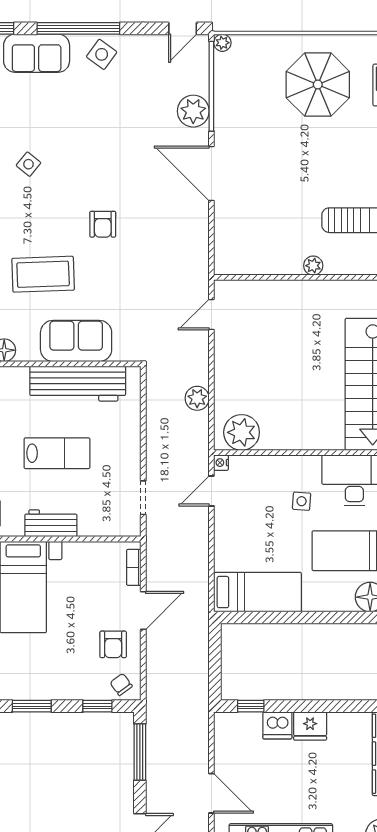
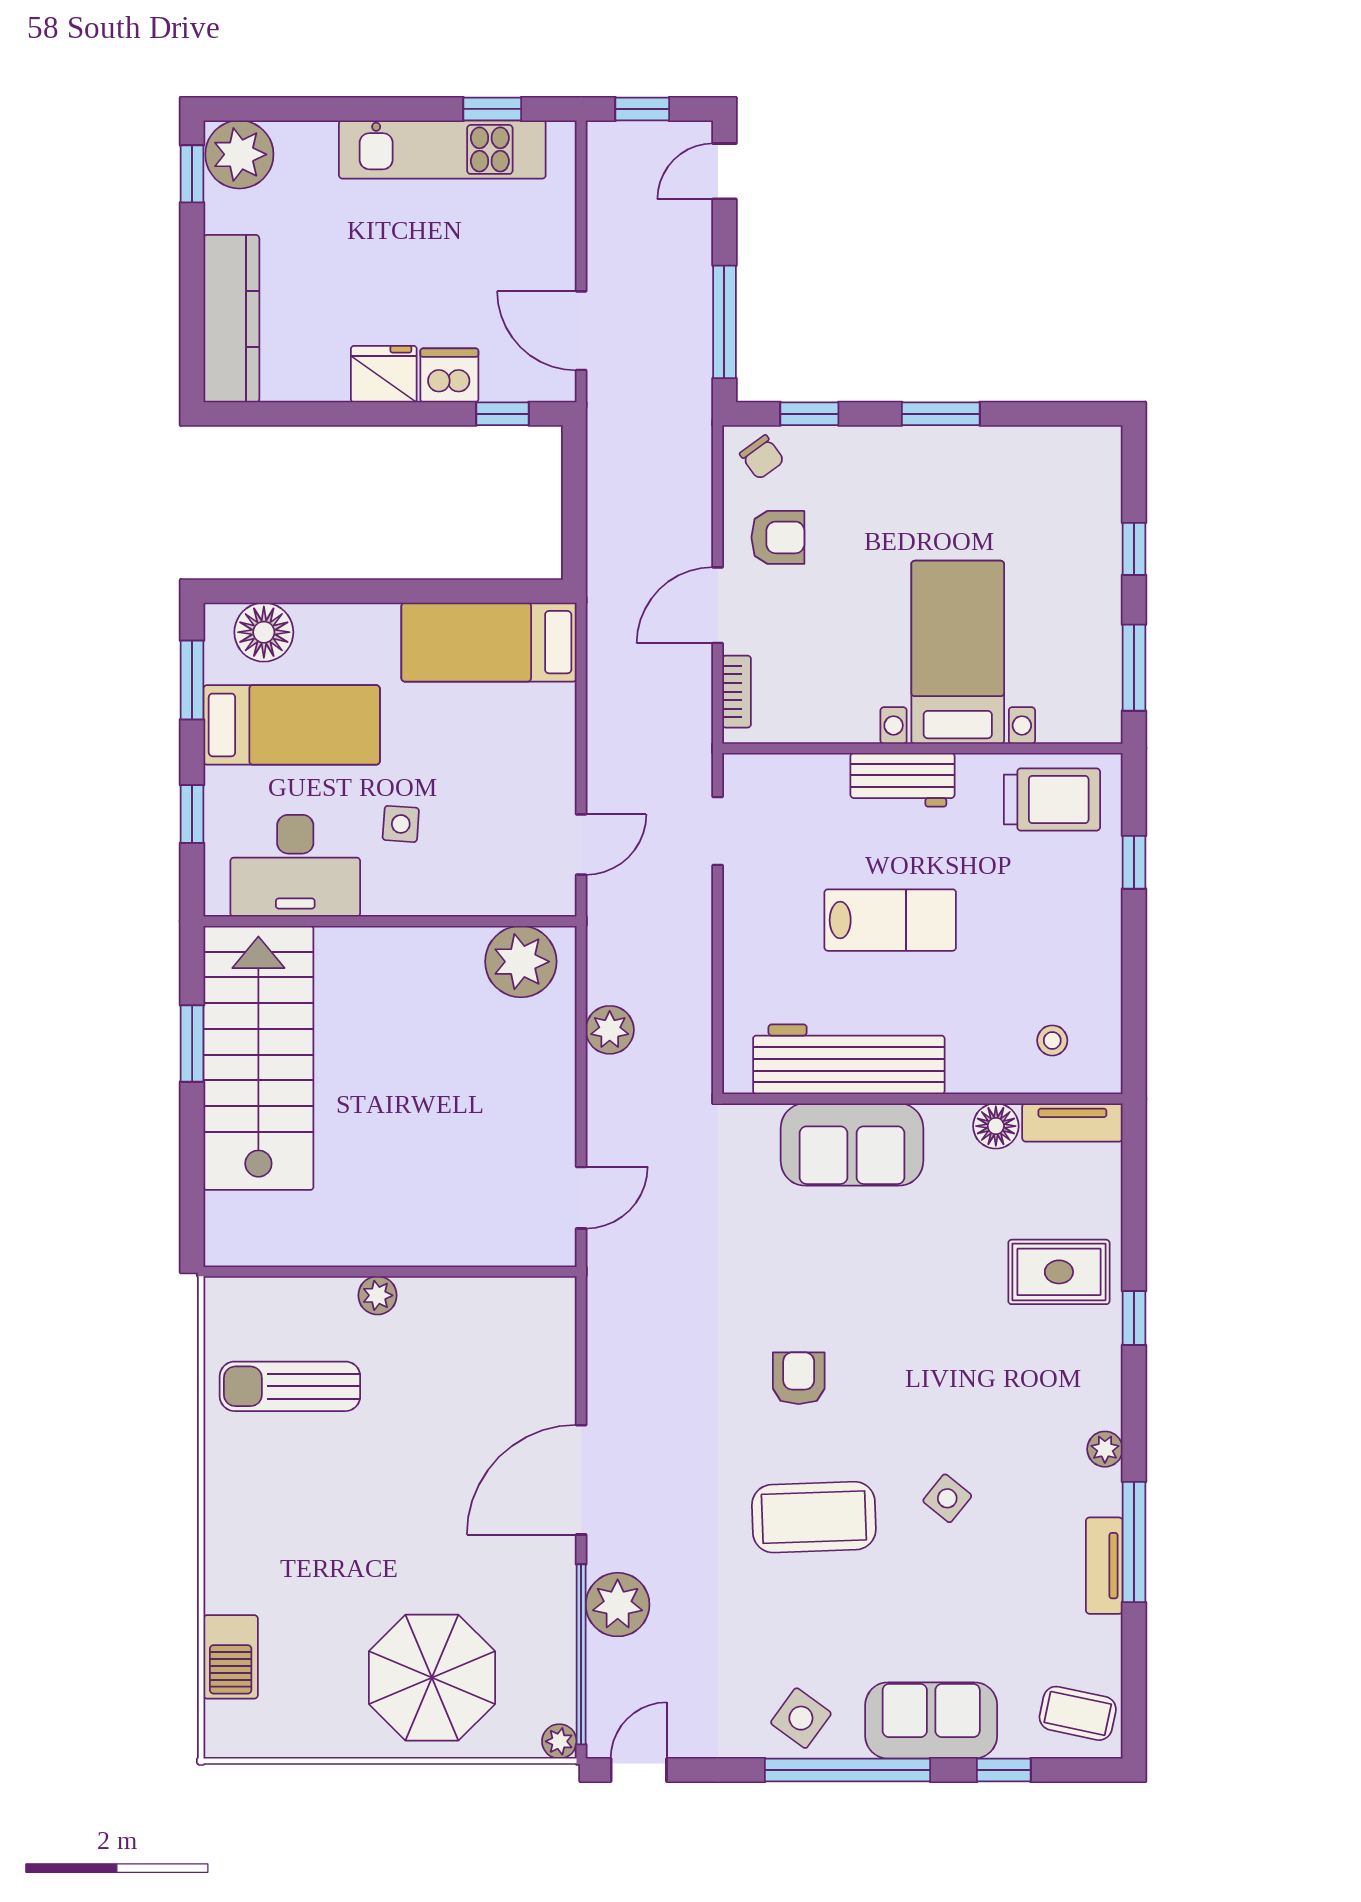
parasol: (318, 85) -> (432, 1678), moved
door: (211, 173) -> (581, 1480), swing flipped
coffee table: (43, 274) -> (814, 1517), moved
lab bench: (57, 453) -> (890, 920), turned 180
nightstand: (221, 463) -> (562, 901), removed
armchair: (113, 644) -> (778, 537), turned 90
door: (211, 793) -> (581, 331), moved

